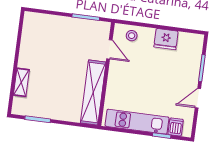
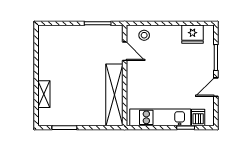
fridge: (166, 39) -> (193, 34), moved

